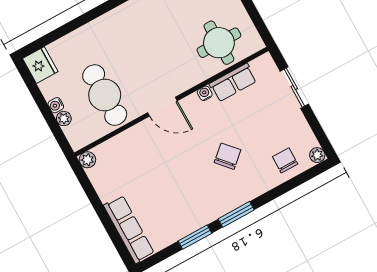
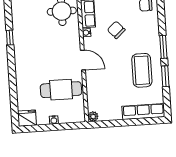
door: (162, 107) -> (83, 60), hinge flipped
plant: (64, 119) -> (63, 119), removed
chair: (227, 156) -> (116, 30), moved
coffee table: (188, 199) -> (142, 70), added

